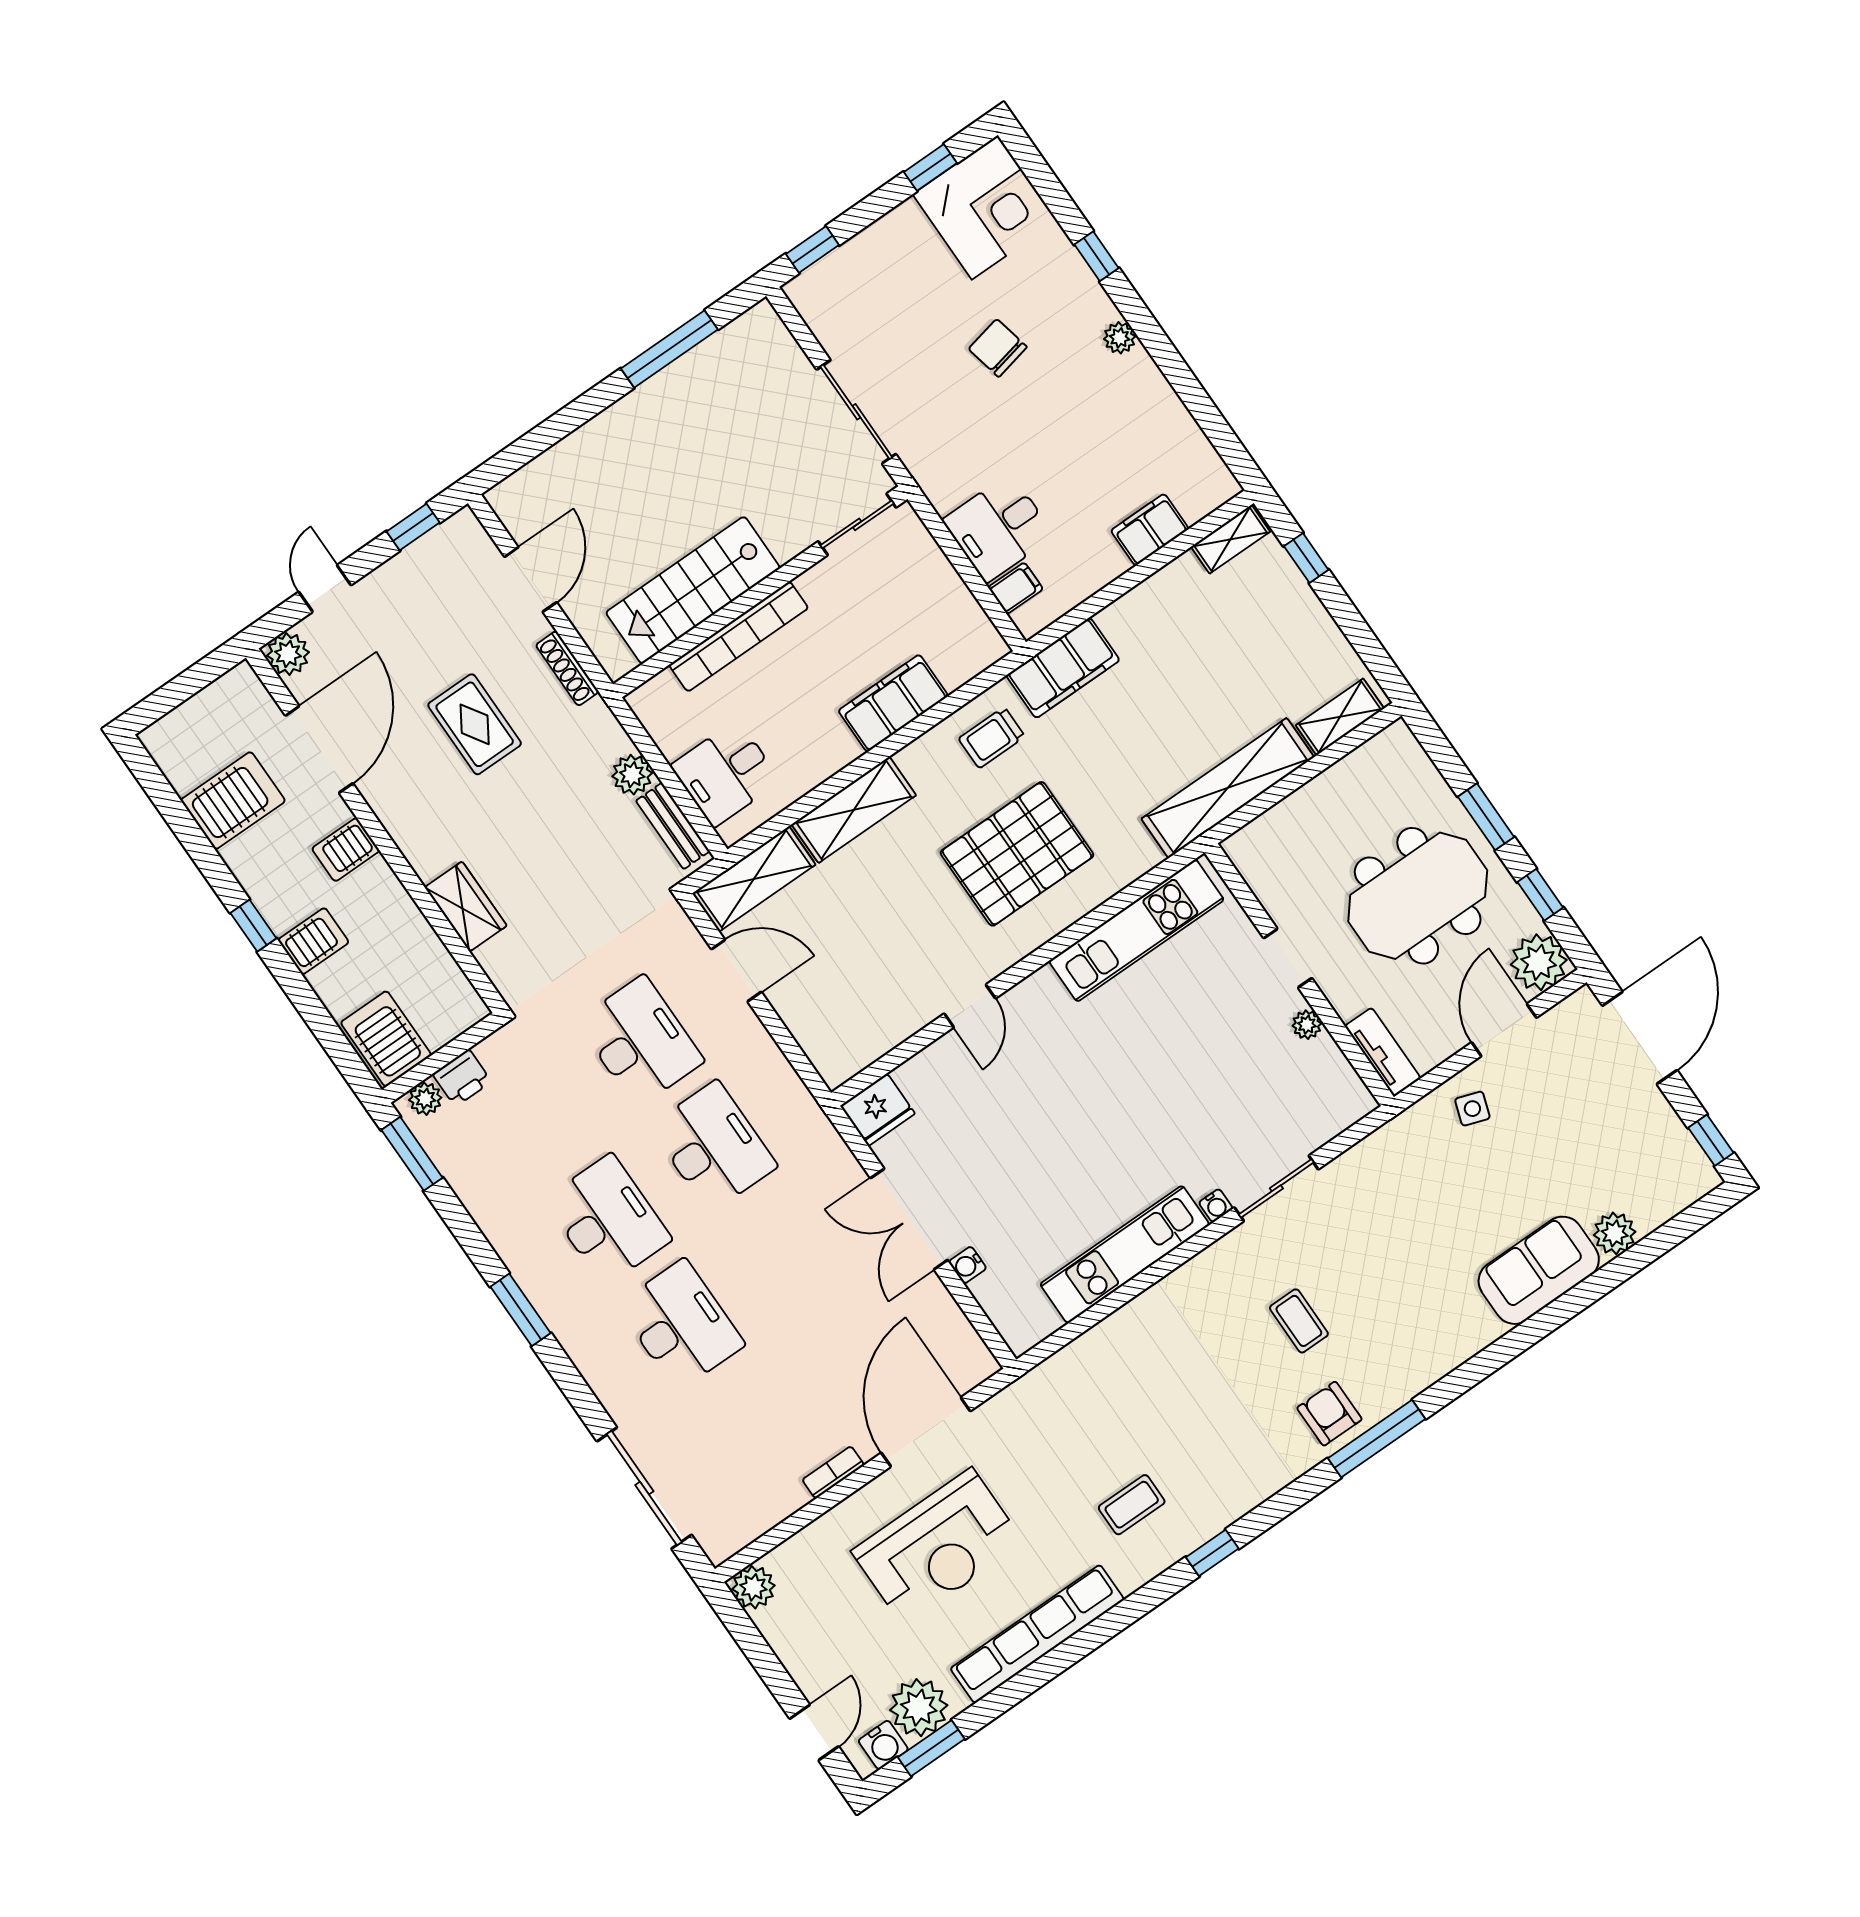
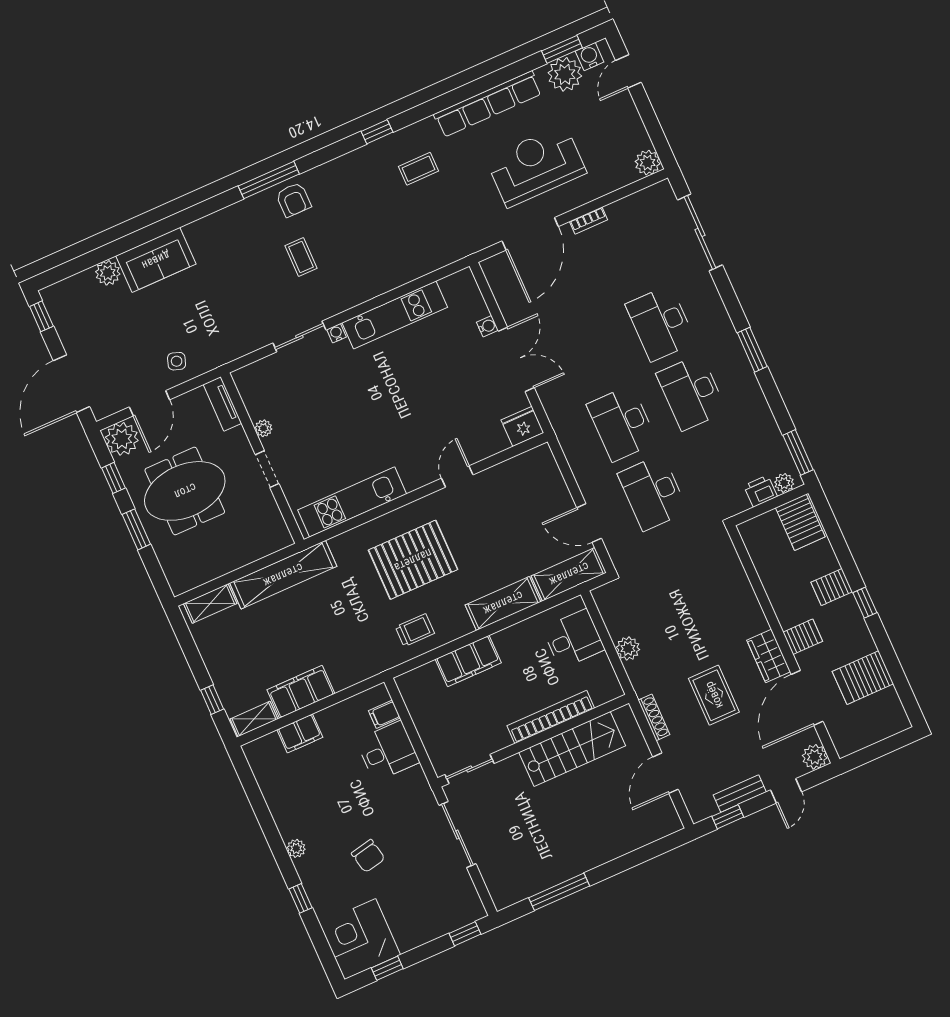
filing cabinet: (1063, 668) -> (301, 692), moved
bench: (673, 826) -> (740, 793), moved, turned 90
wardrobe: (466, 907) -> (769, 656), moved

